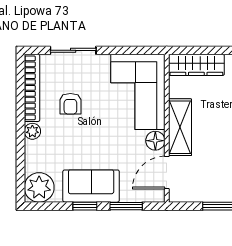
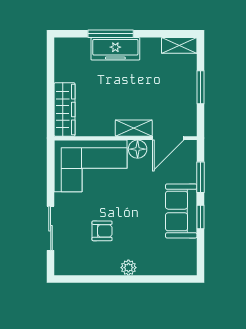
bookcase: (32, 88) -> (87, 268), removed
shelving: (180, 127) -> (134, 128), width x0.67, depth x0.75
door: (167, 172) -> (168, 138), hinge flipped
plant: (39, 187) -> (183, 261), removed

